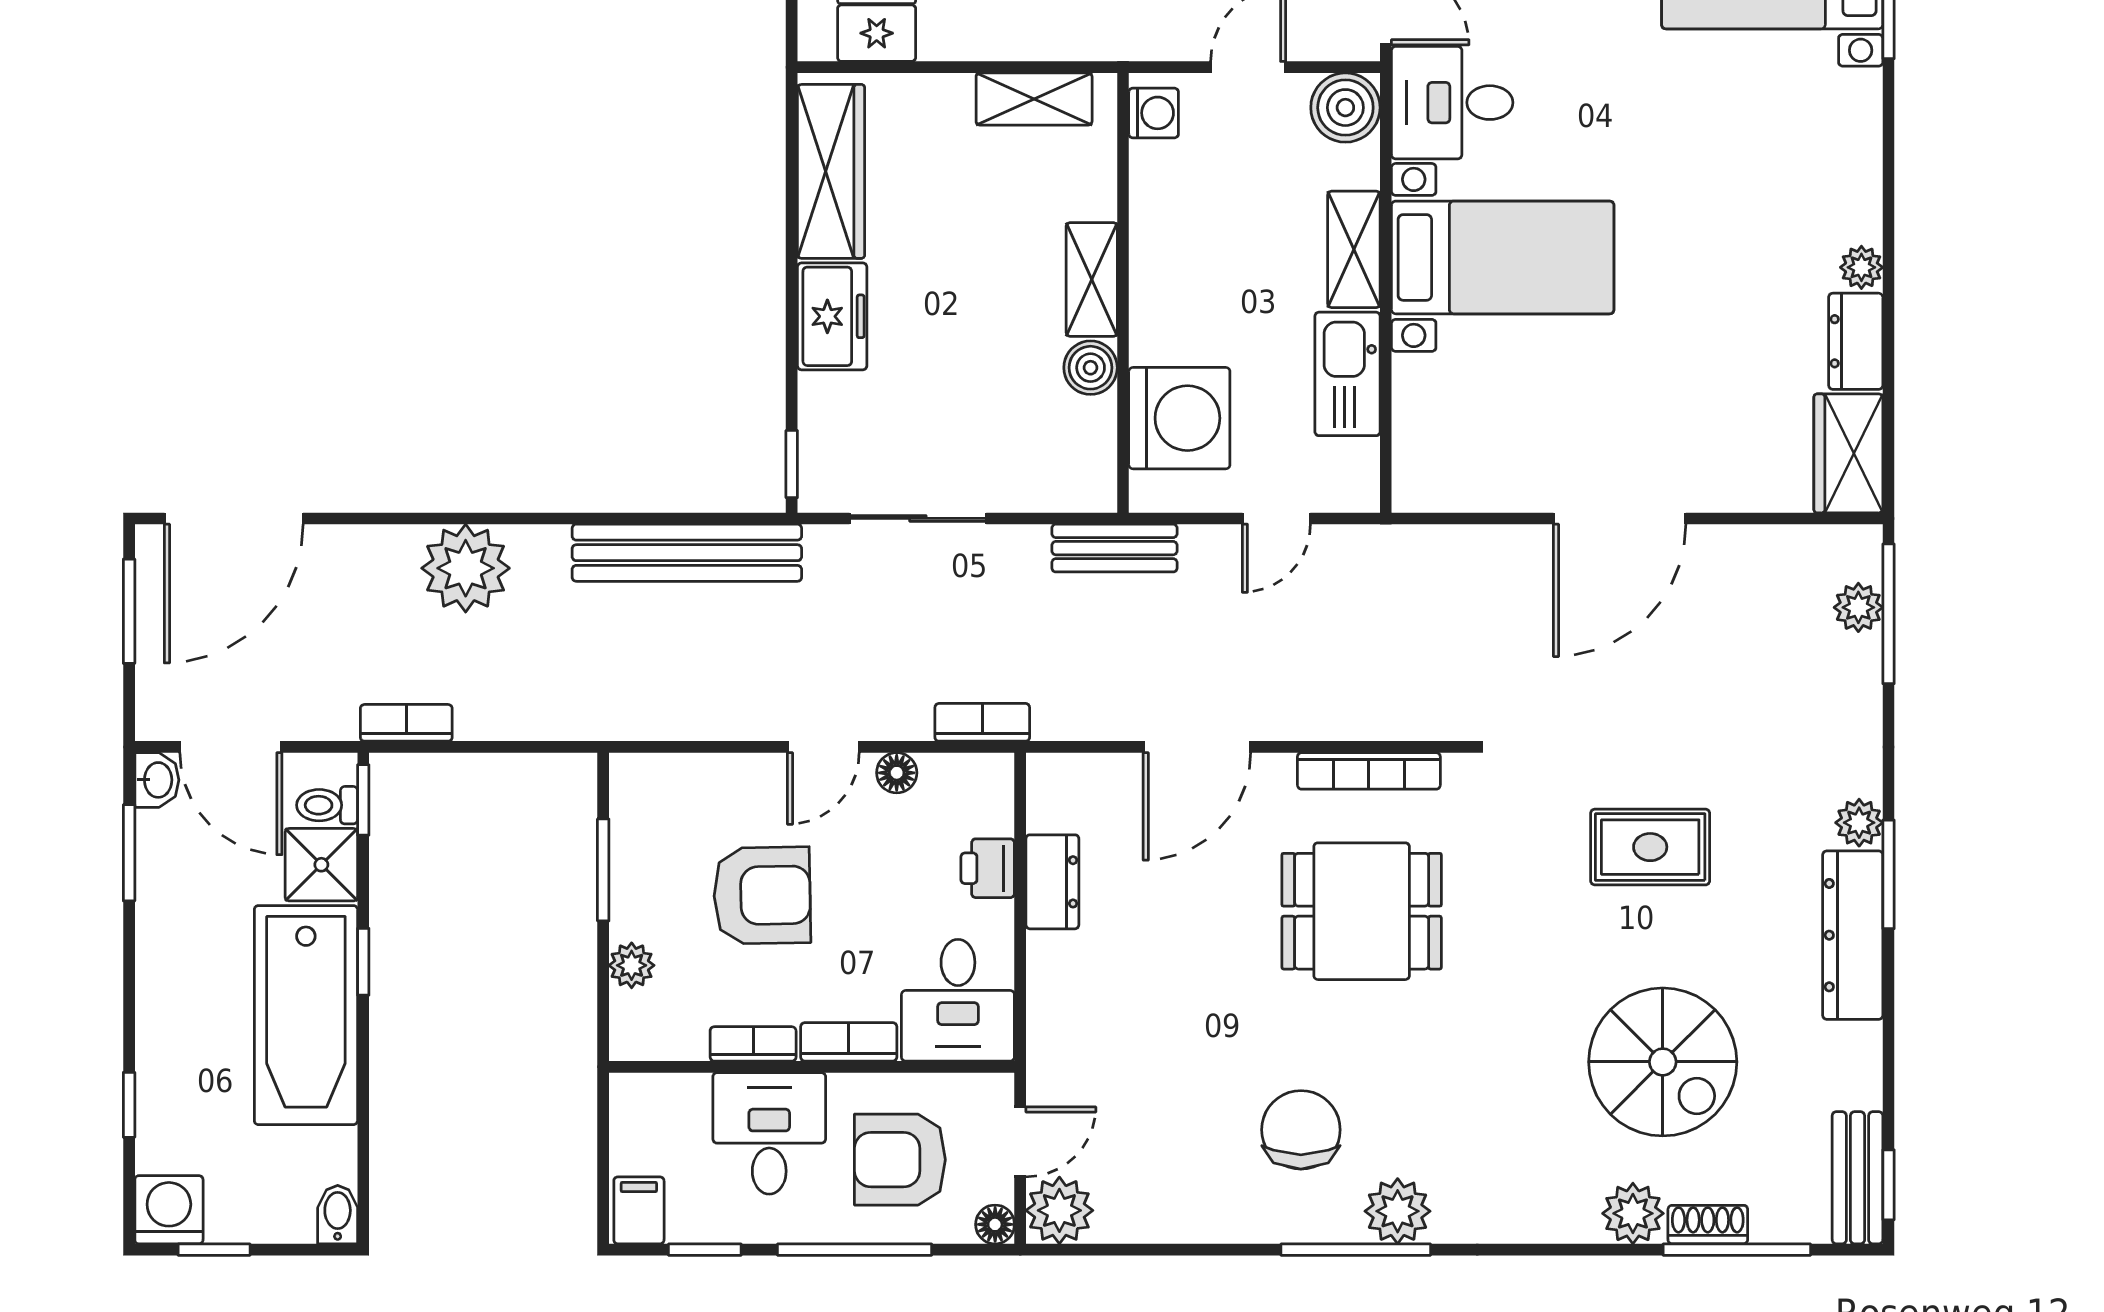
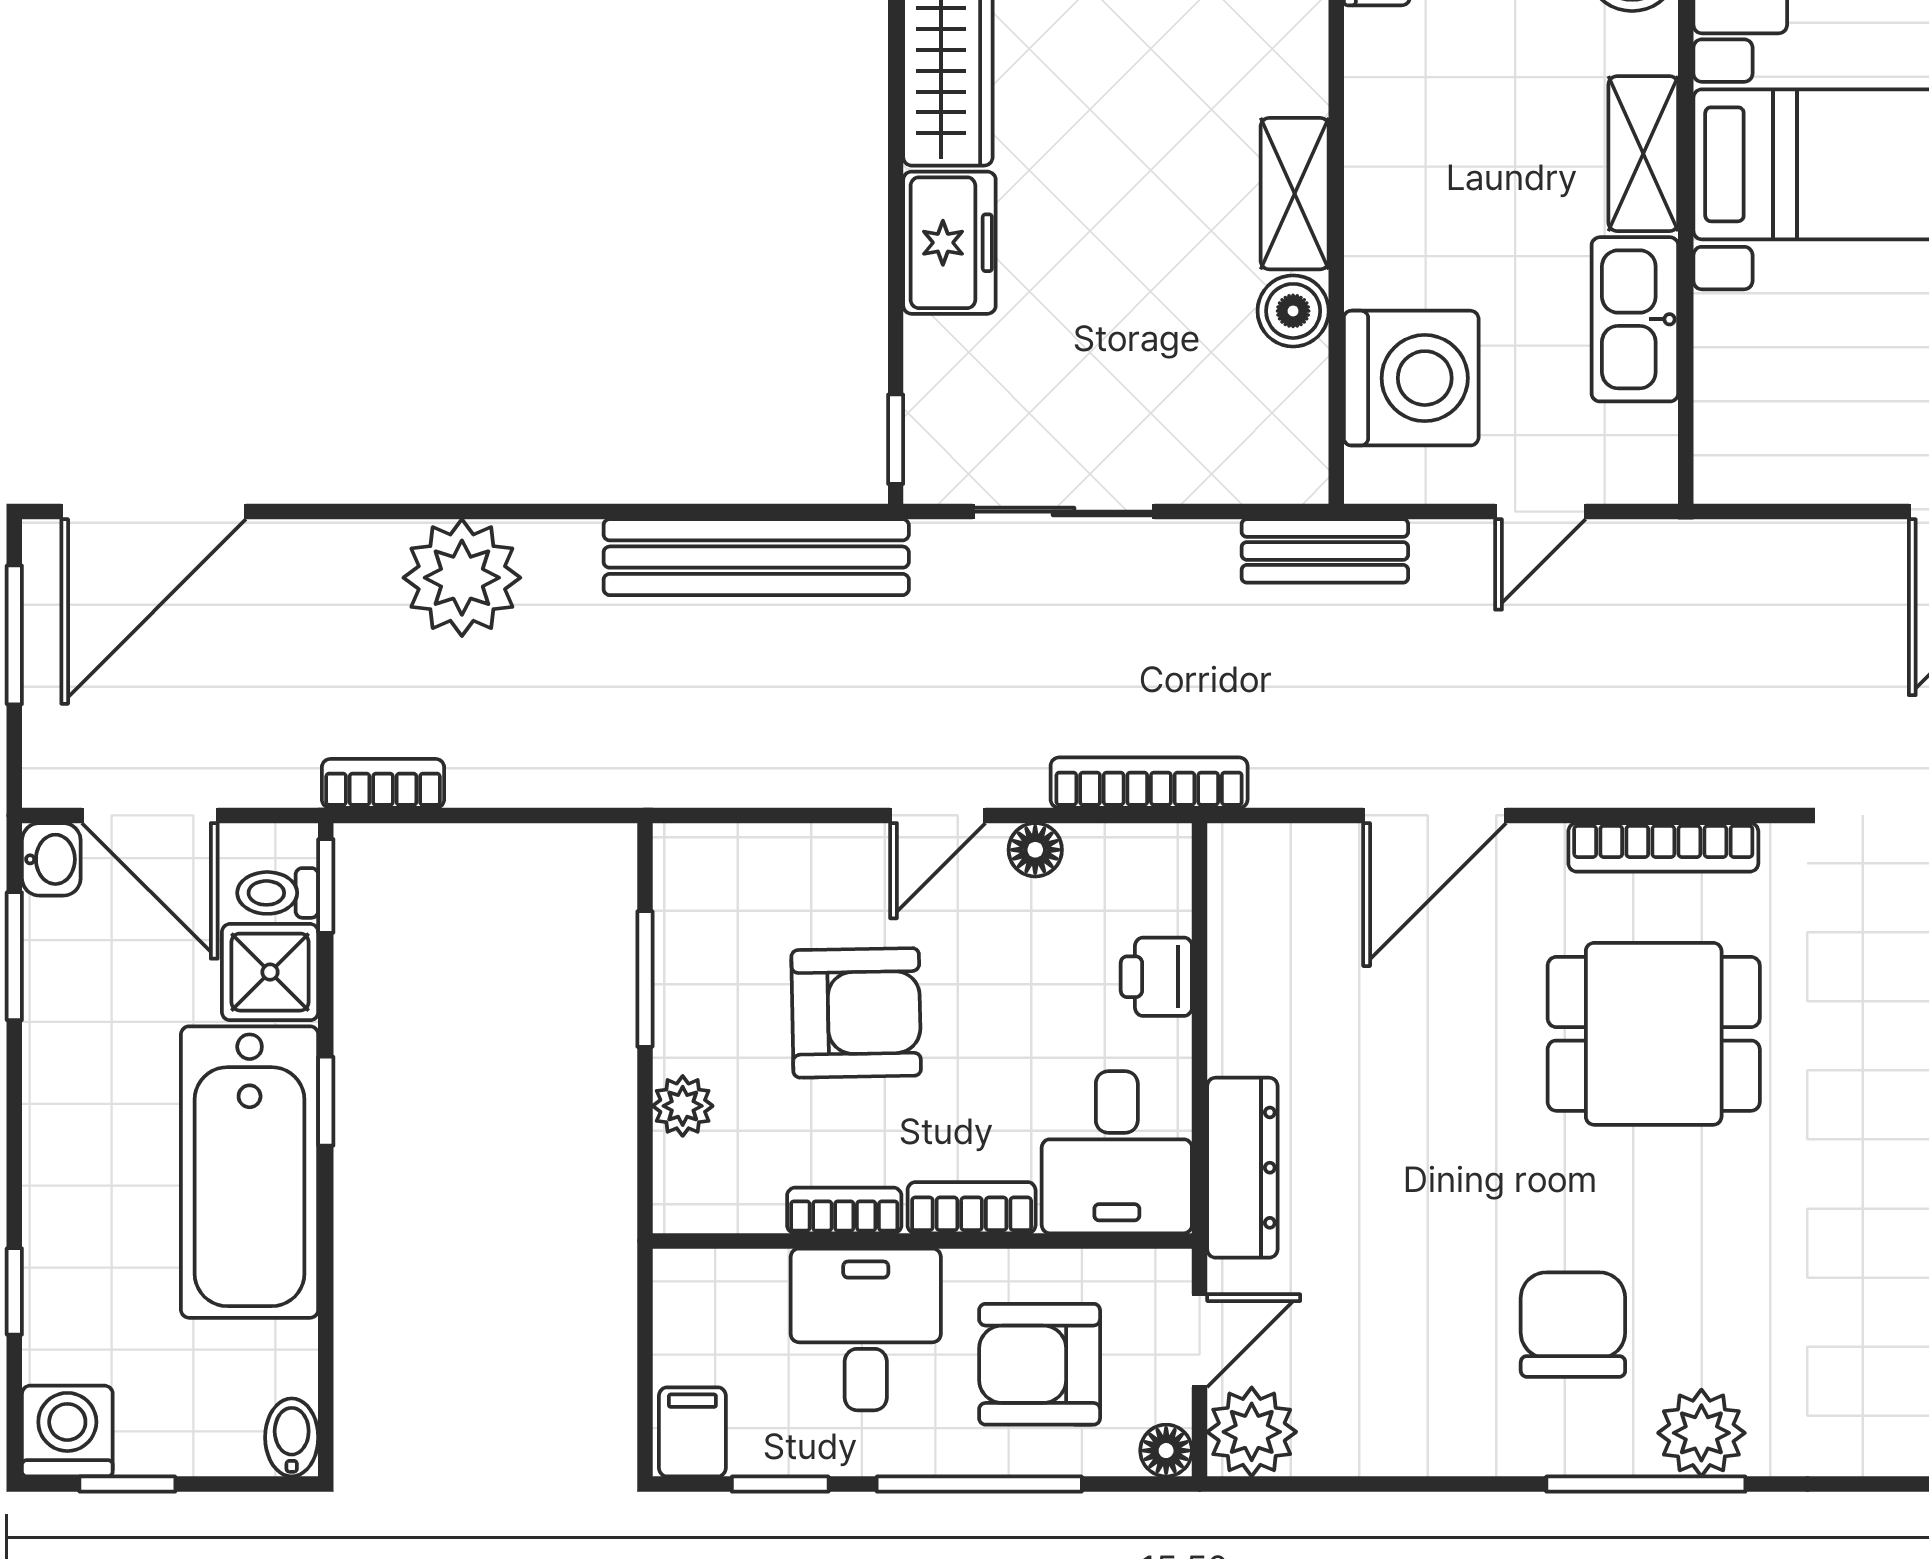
bookcase: (982, 722) -> (1149, 783), width x1.56
dresser: (1052, 882) -> (1242, 1168), moved, width x1.44

